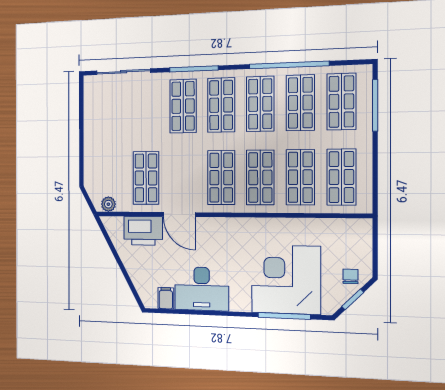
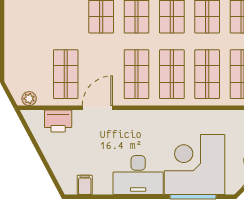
door: (179, 215) -> (97, 108), swing flipped
printer: (143, 231) -> (58, 121), width x0.73, depth x0.84
desk: (202, 289) -> (138, 175), moved

